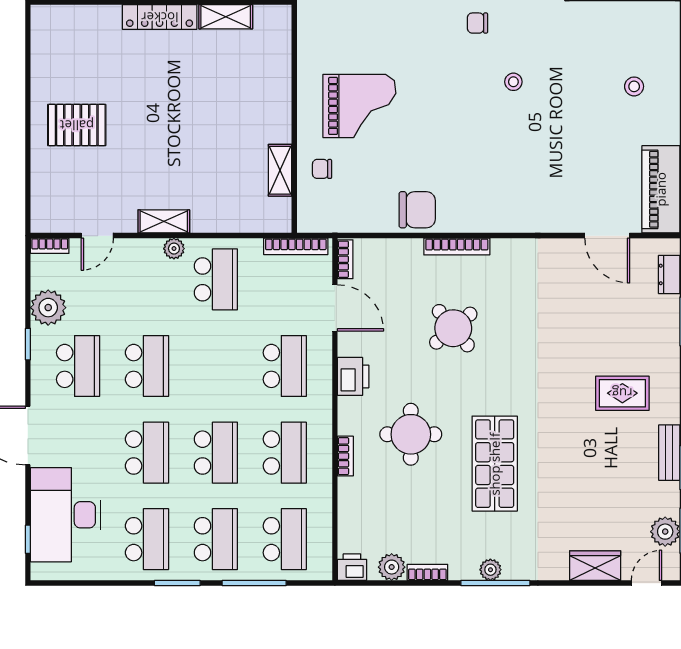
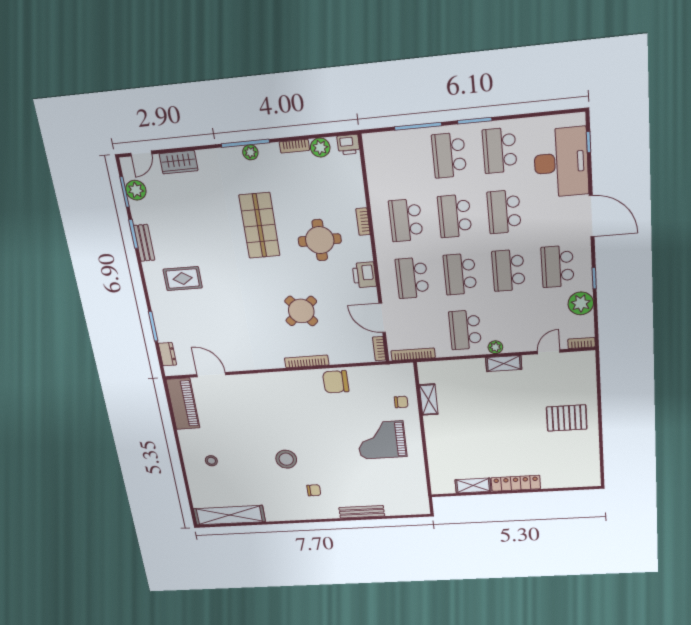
stool: (513, 82) -> (286, 459), width x1.89, depth x1.89
school desk: (285, 539) -> (460, 274), moved

